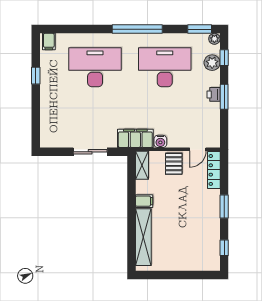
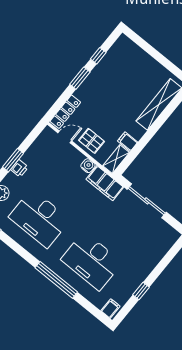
window: (137, 29) -> (56, 280), moved
sliding door: (90, 152) -> (147, 201), width x1.37
pallet: (174, 164) -> (92, 141), turned 90
filing cabinet: (144, 201) -> (128, 142), moved
window: (224, 248) -> (98, 56), moved

